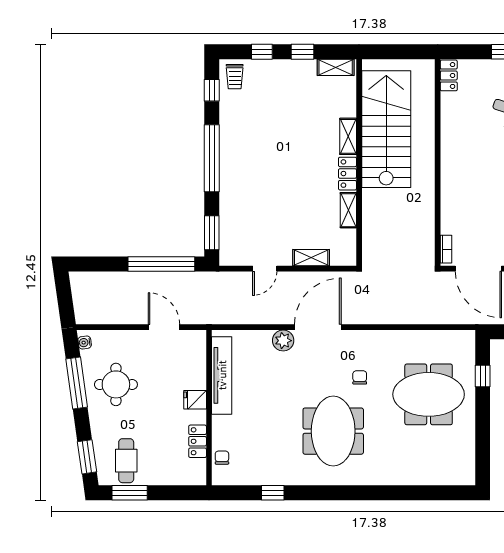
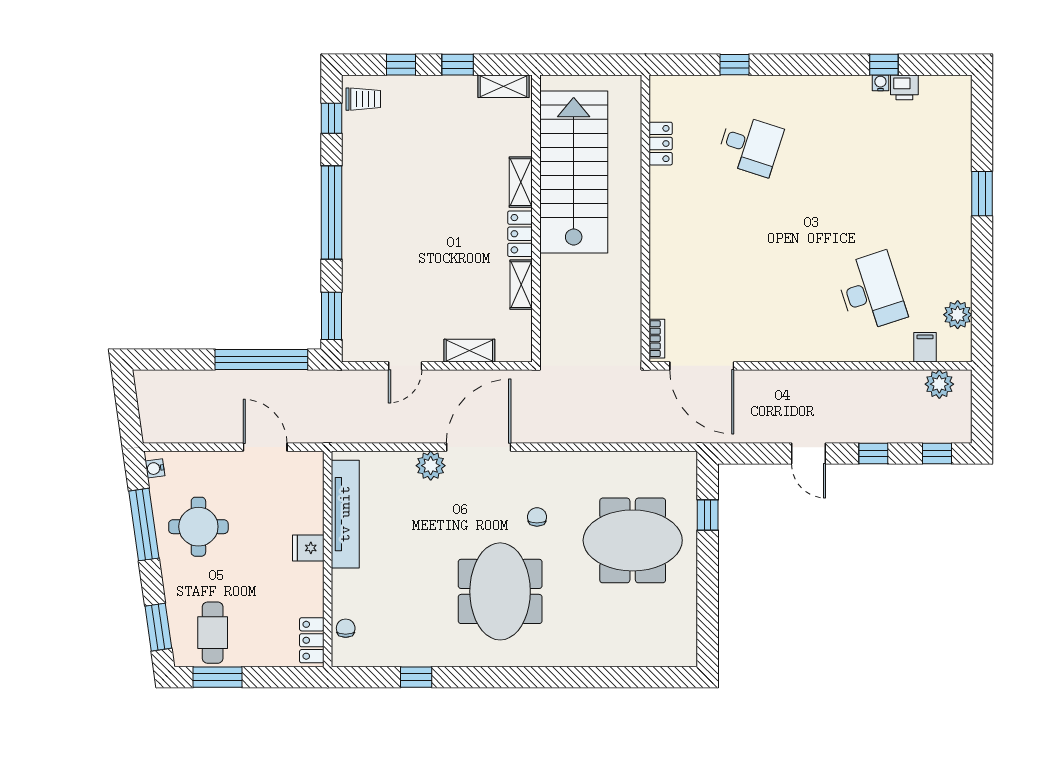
locker: (449, 75) -> (661, 144), moved
trolley: (235, 77) -> (363, 99), turned -90
locker: (198, 441) -> (312, 640), moved

